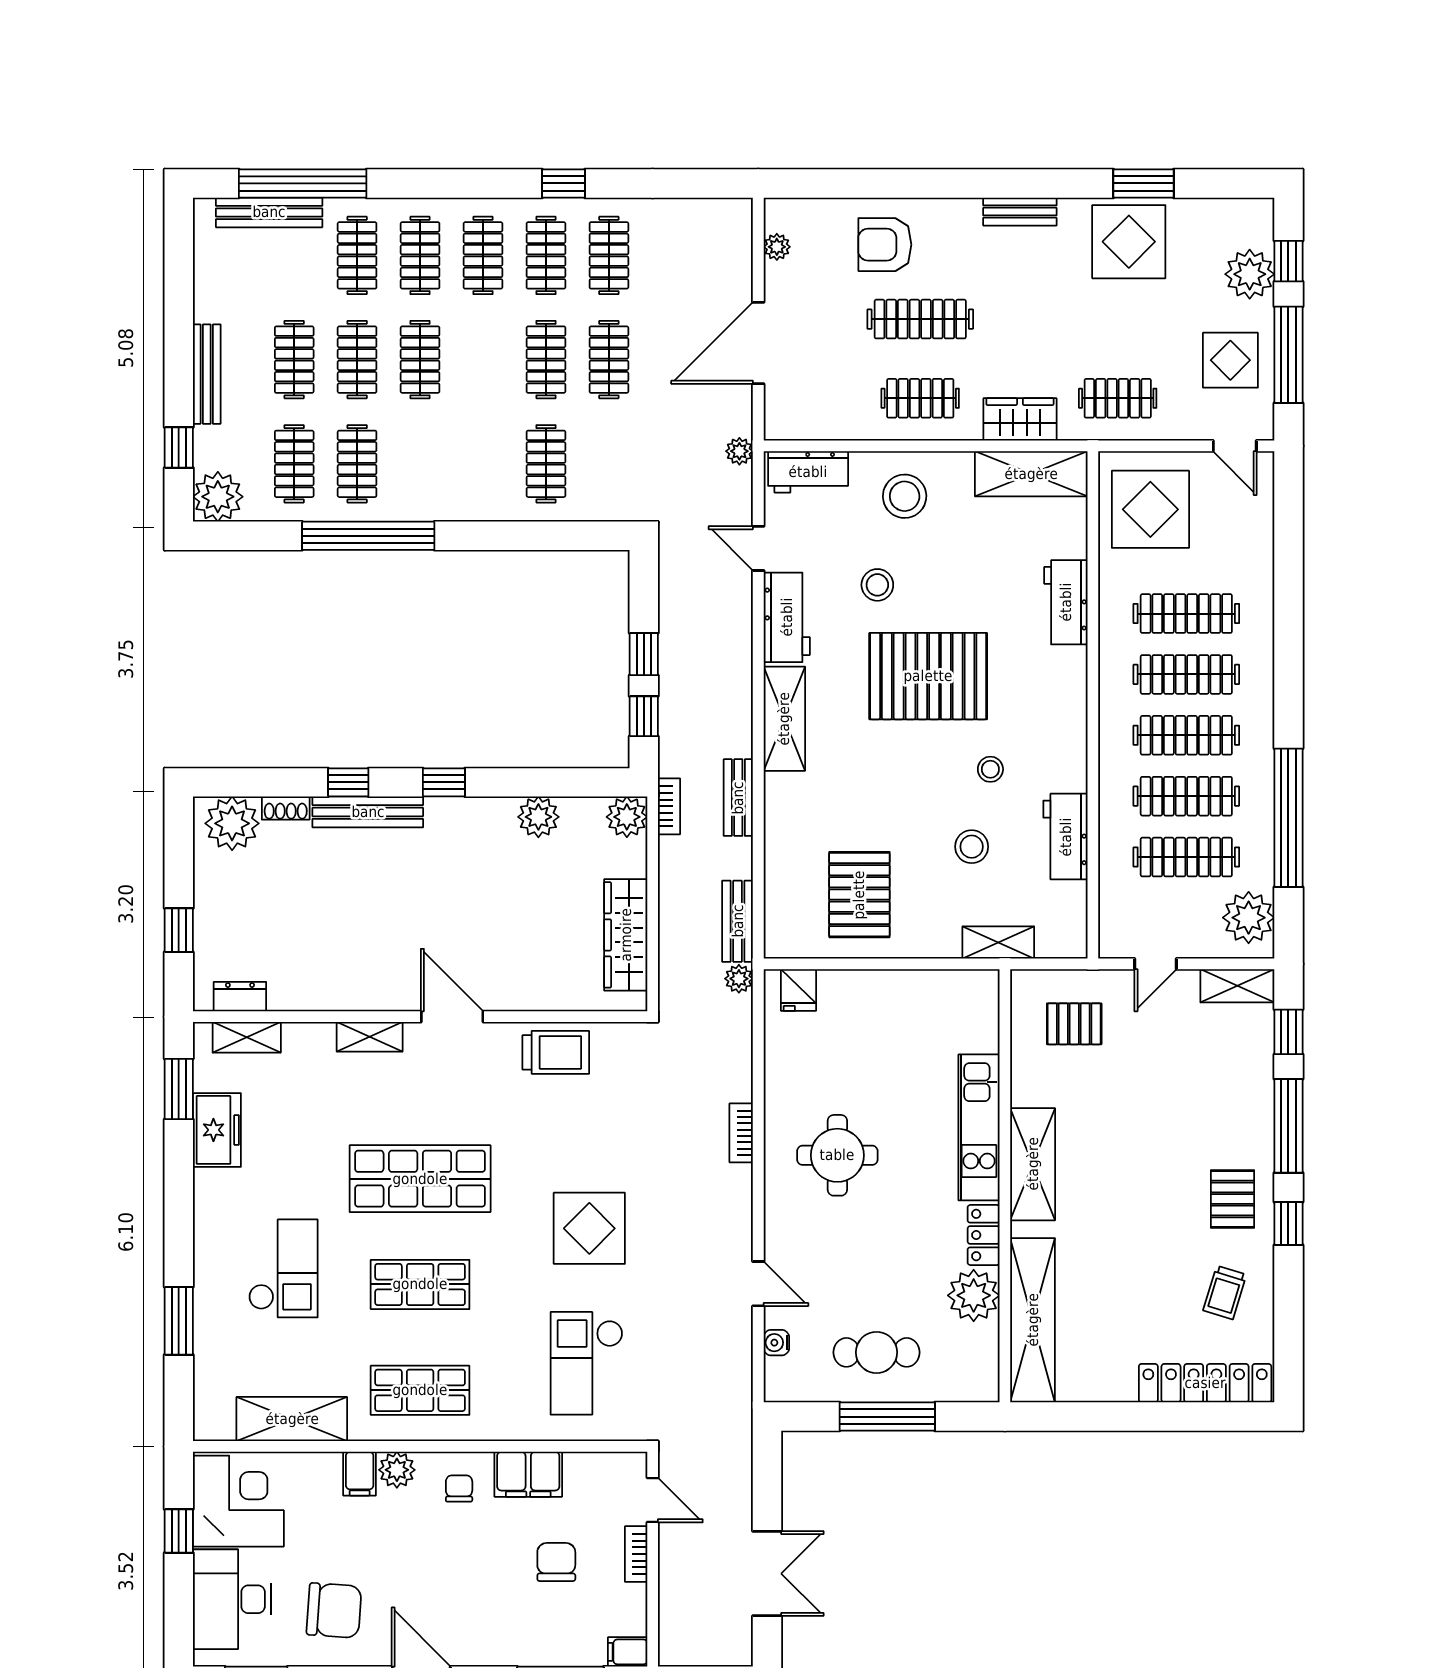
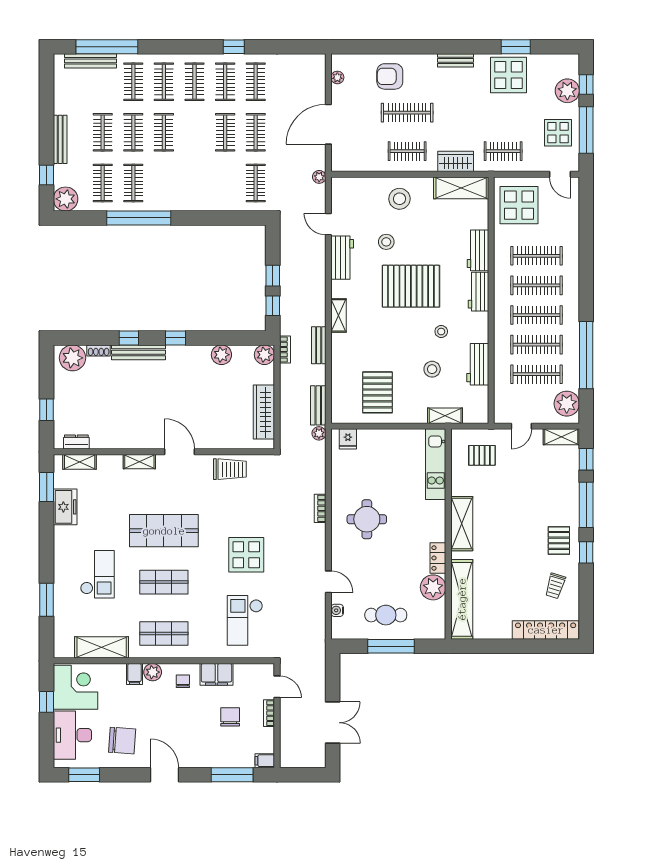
clothes rail: (546, 464) -> (256, 183), moved
workbench: (808, 472) -> (478, 292), moved, turned 90
shelving: (784, 719) -> (339, 315), width x0.67, depth x0.75
kitchen unit: (979, 1127) -> (436, 464), moved

